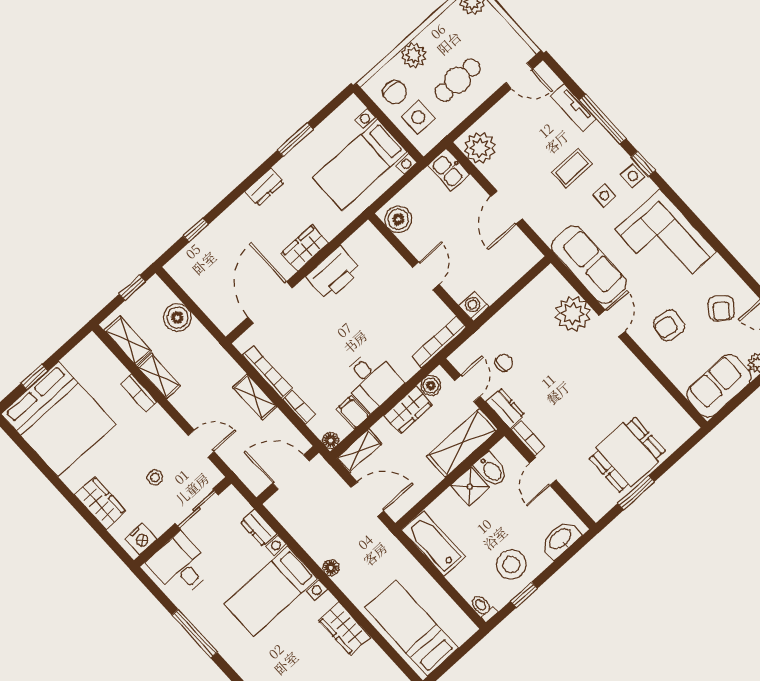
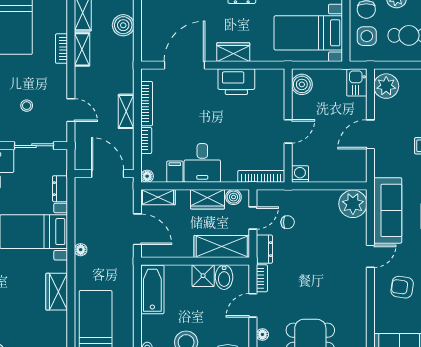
plant: (573, 314) -> (353, 204), moved
floor lamp: (577, 491) -> (262, 334), added

